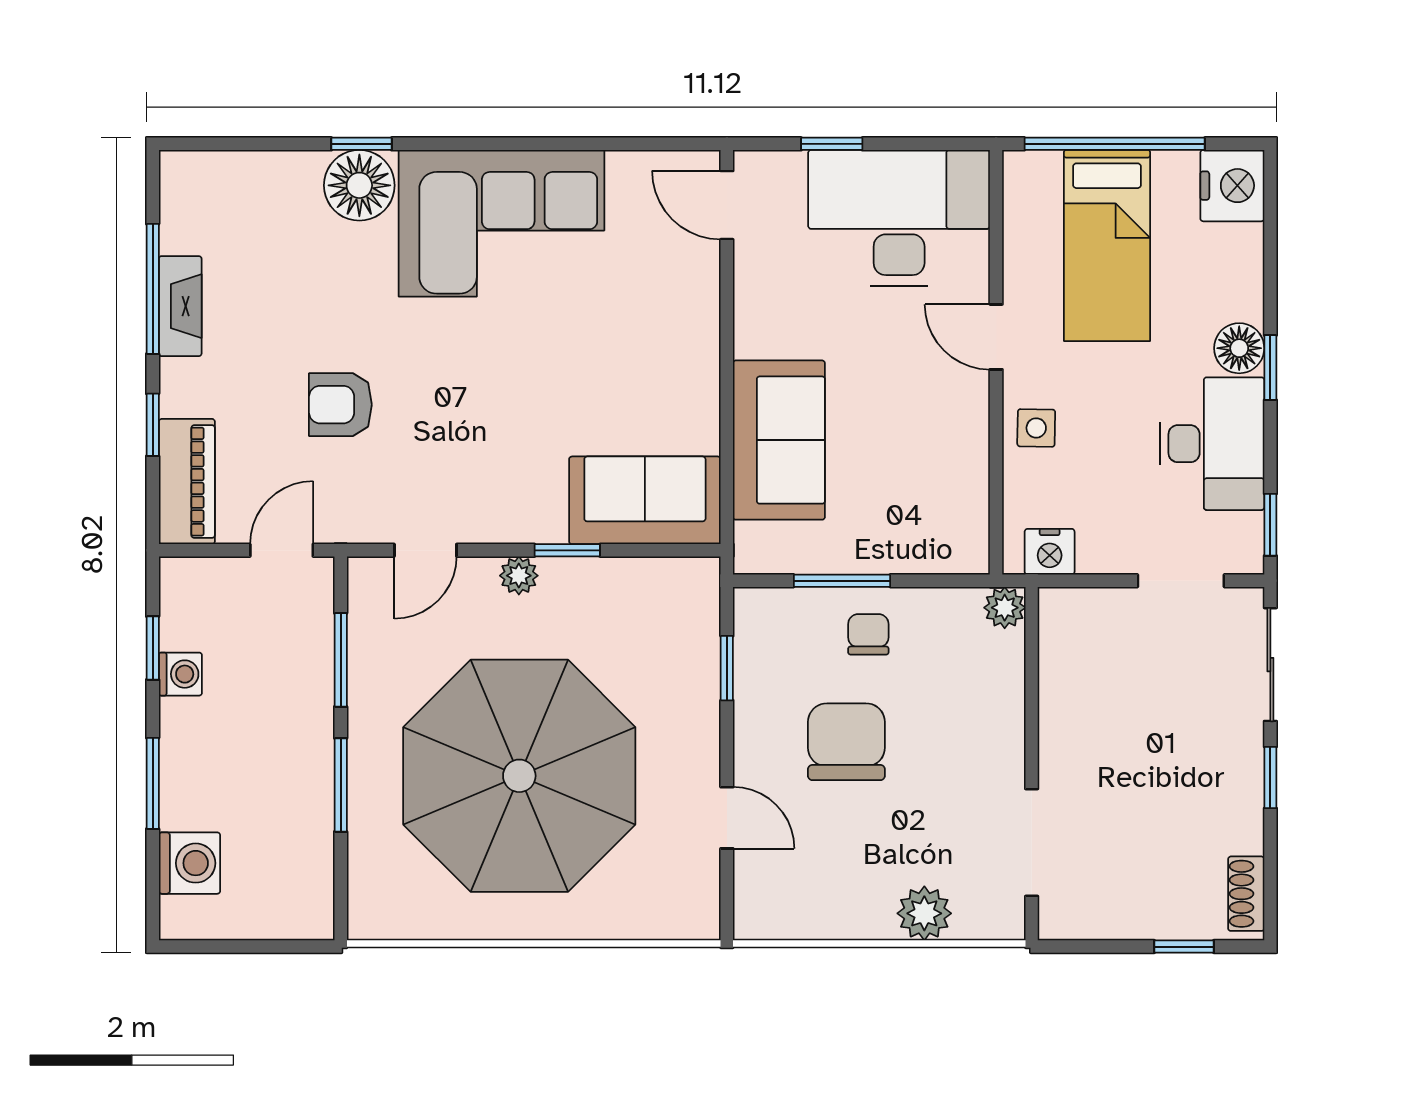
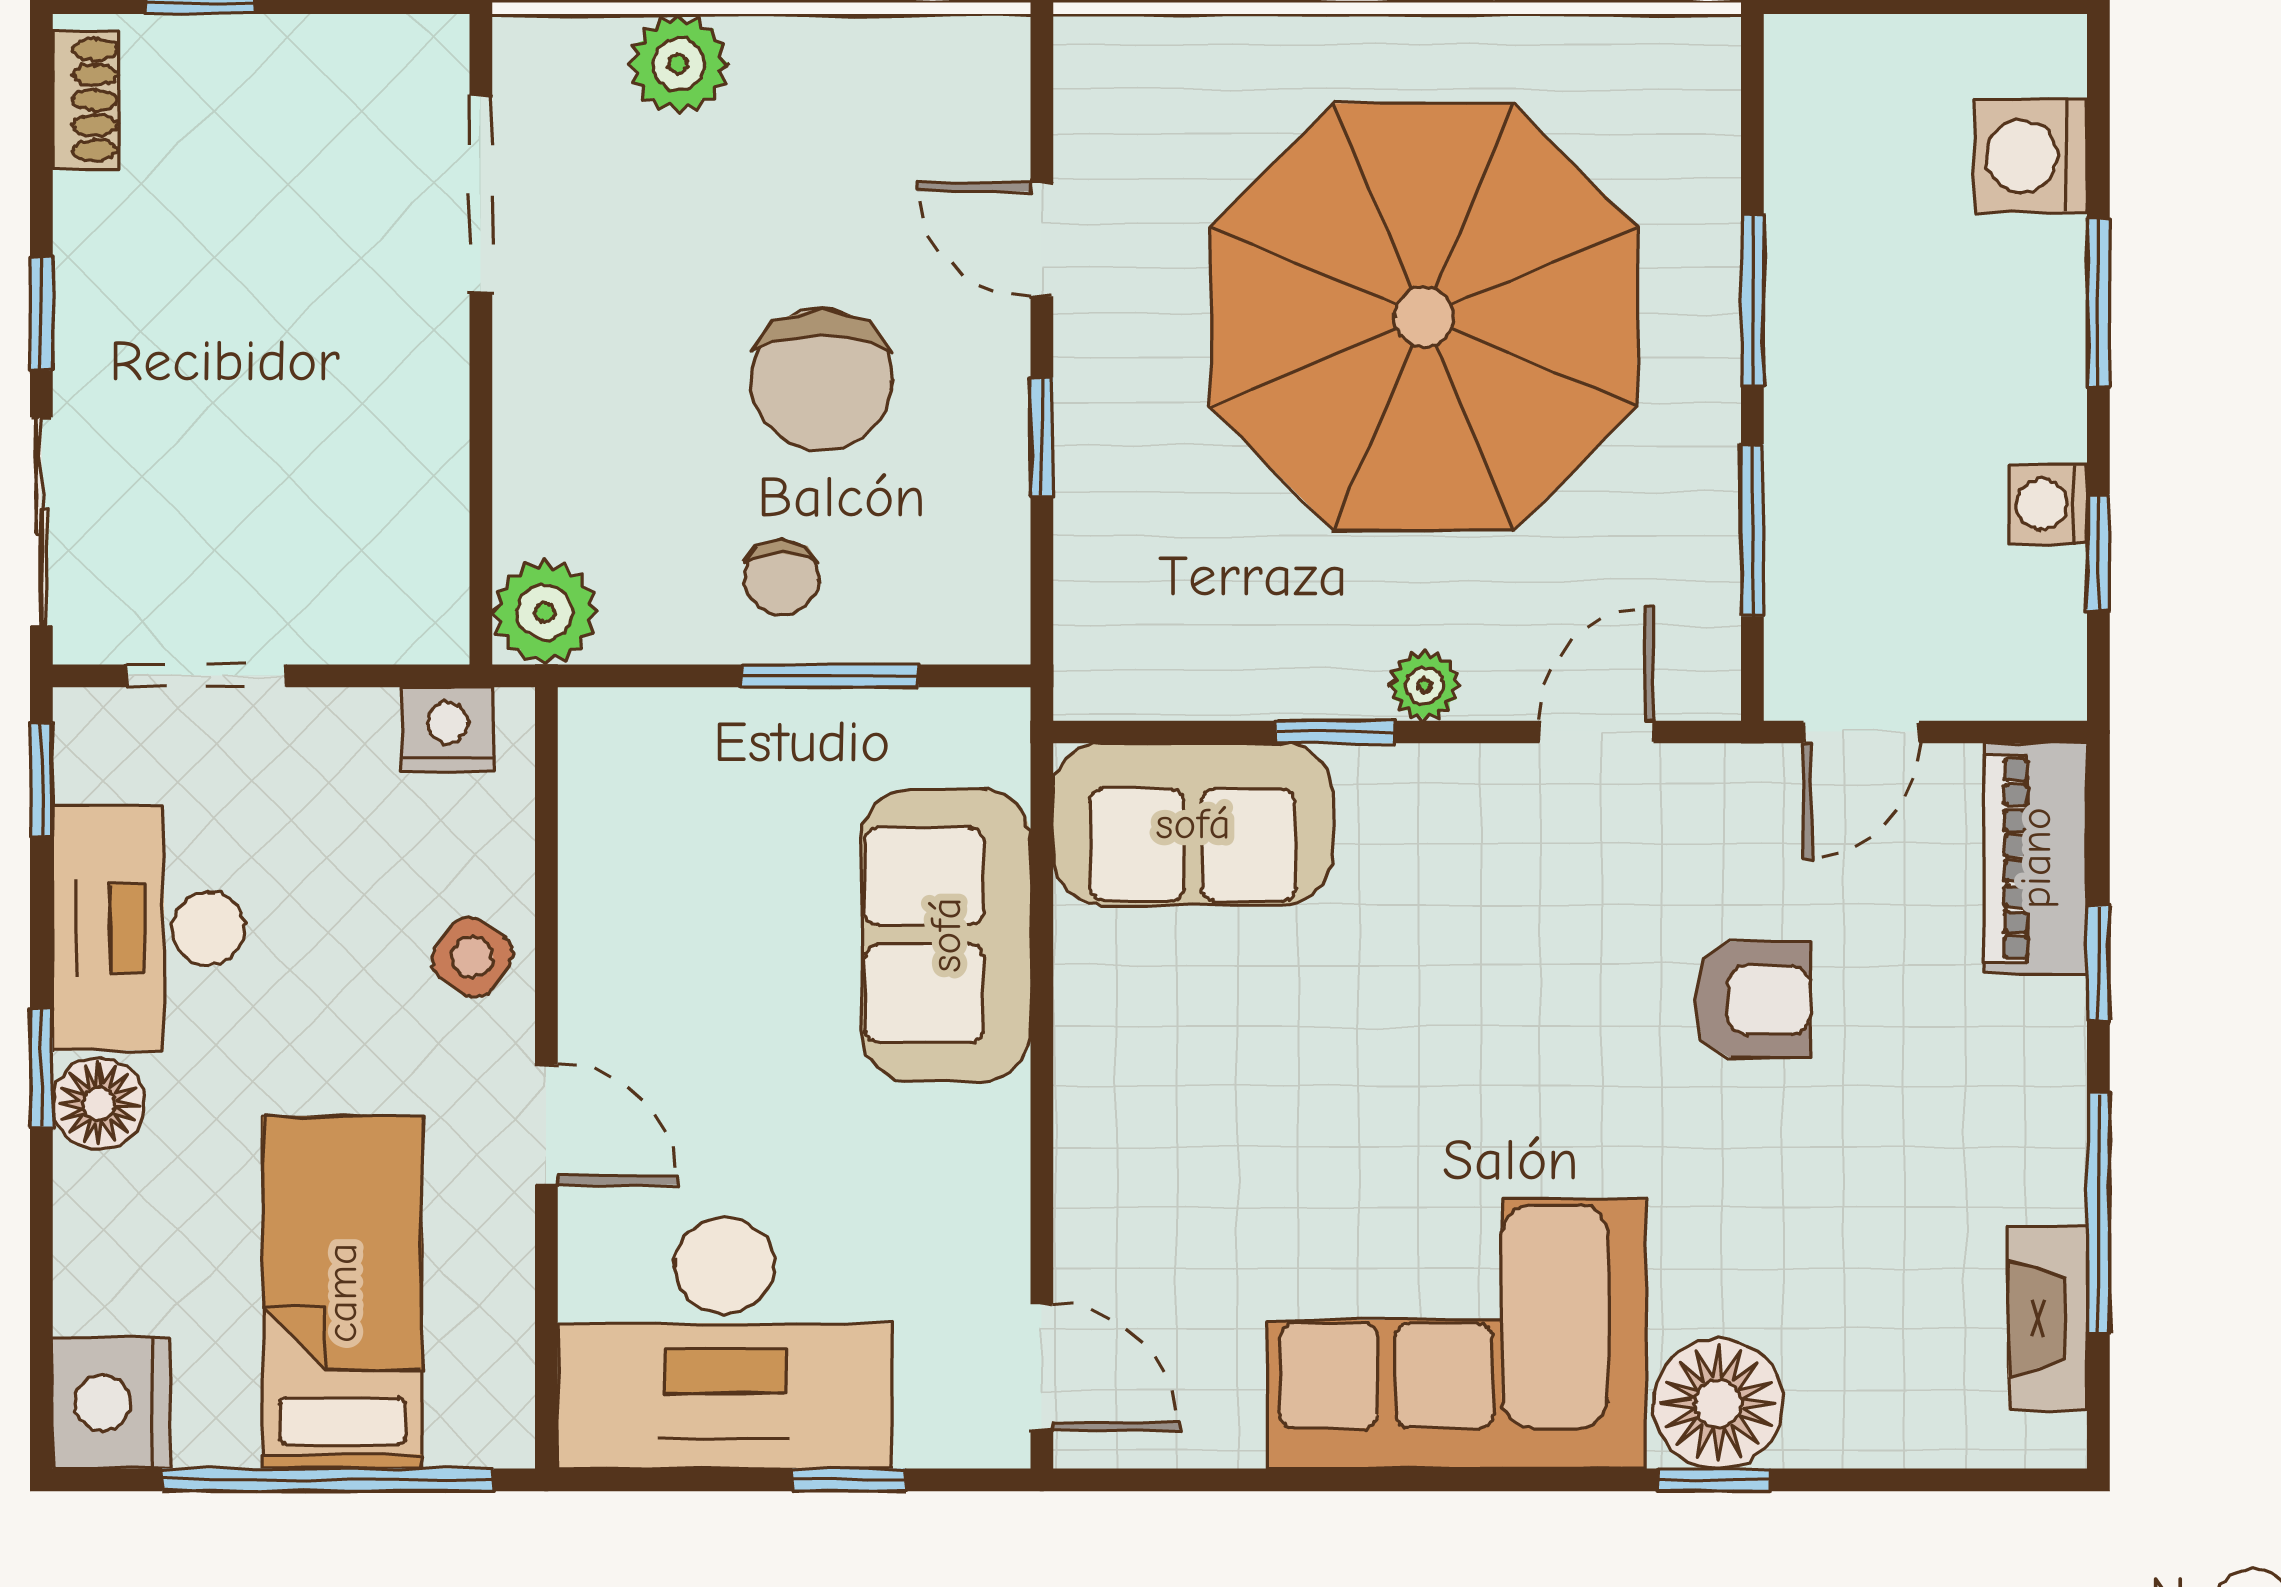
fireplace: (180, 306) -> (2048, 1318), moved
side table: (1036, 428) -> (472, 957), turned 34
plant: (1005, 608) -> (545, 612), width x1.38, depth x1.38
window: (727, 668) -> (1042, 437), moved

